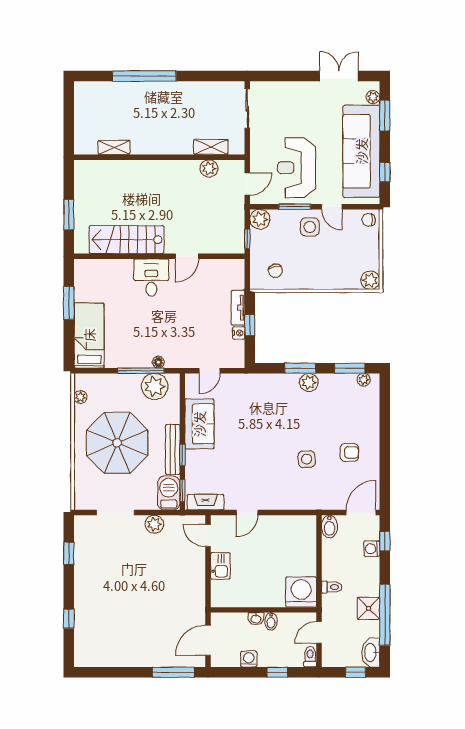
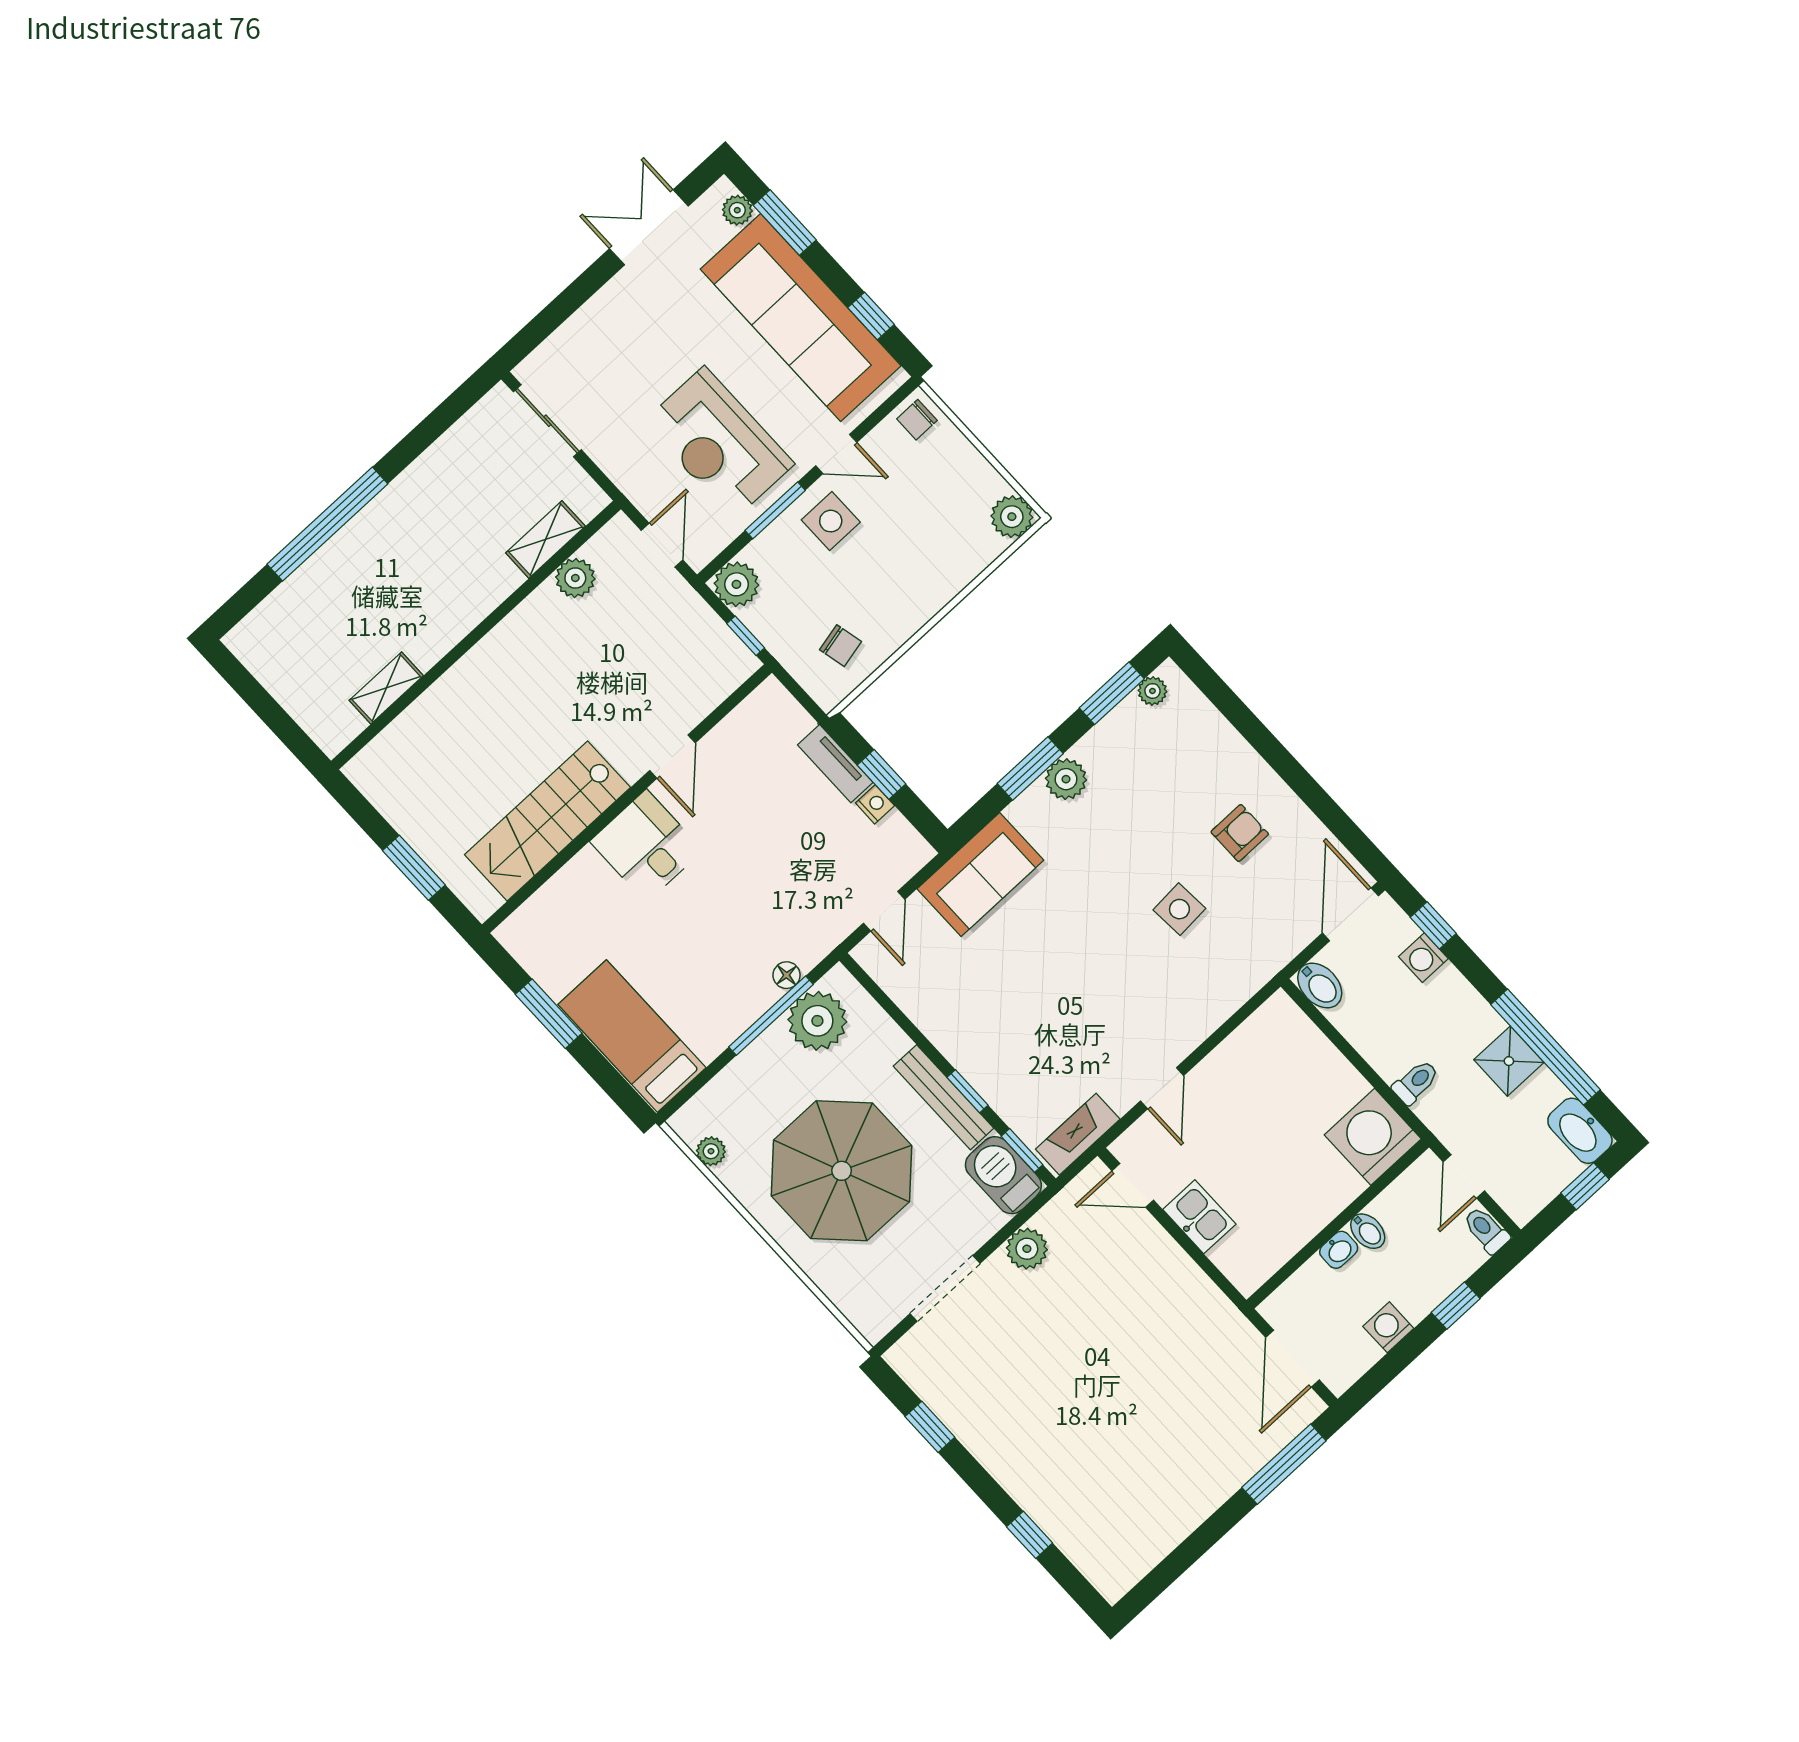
sofa: (199, 424) -> (980, 875), moved, turned 90

